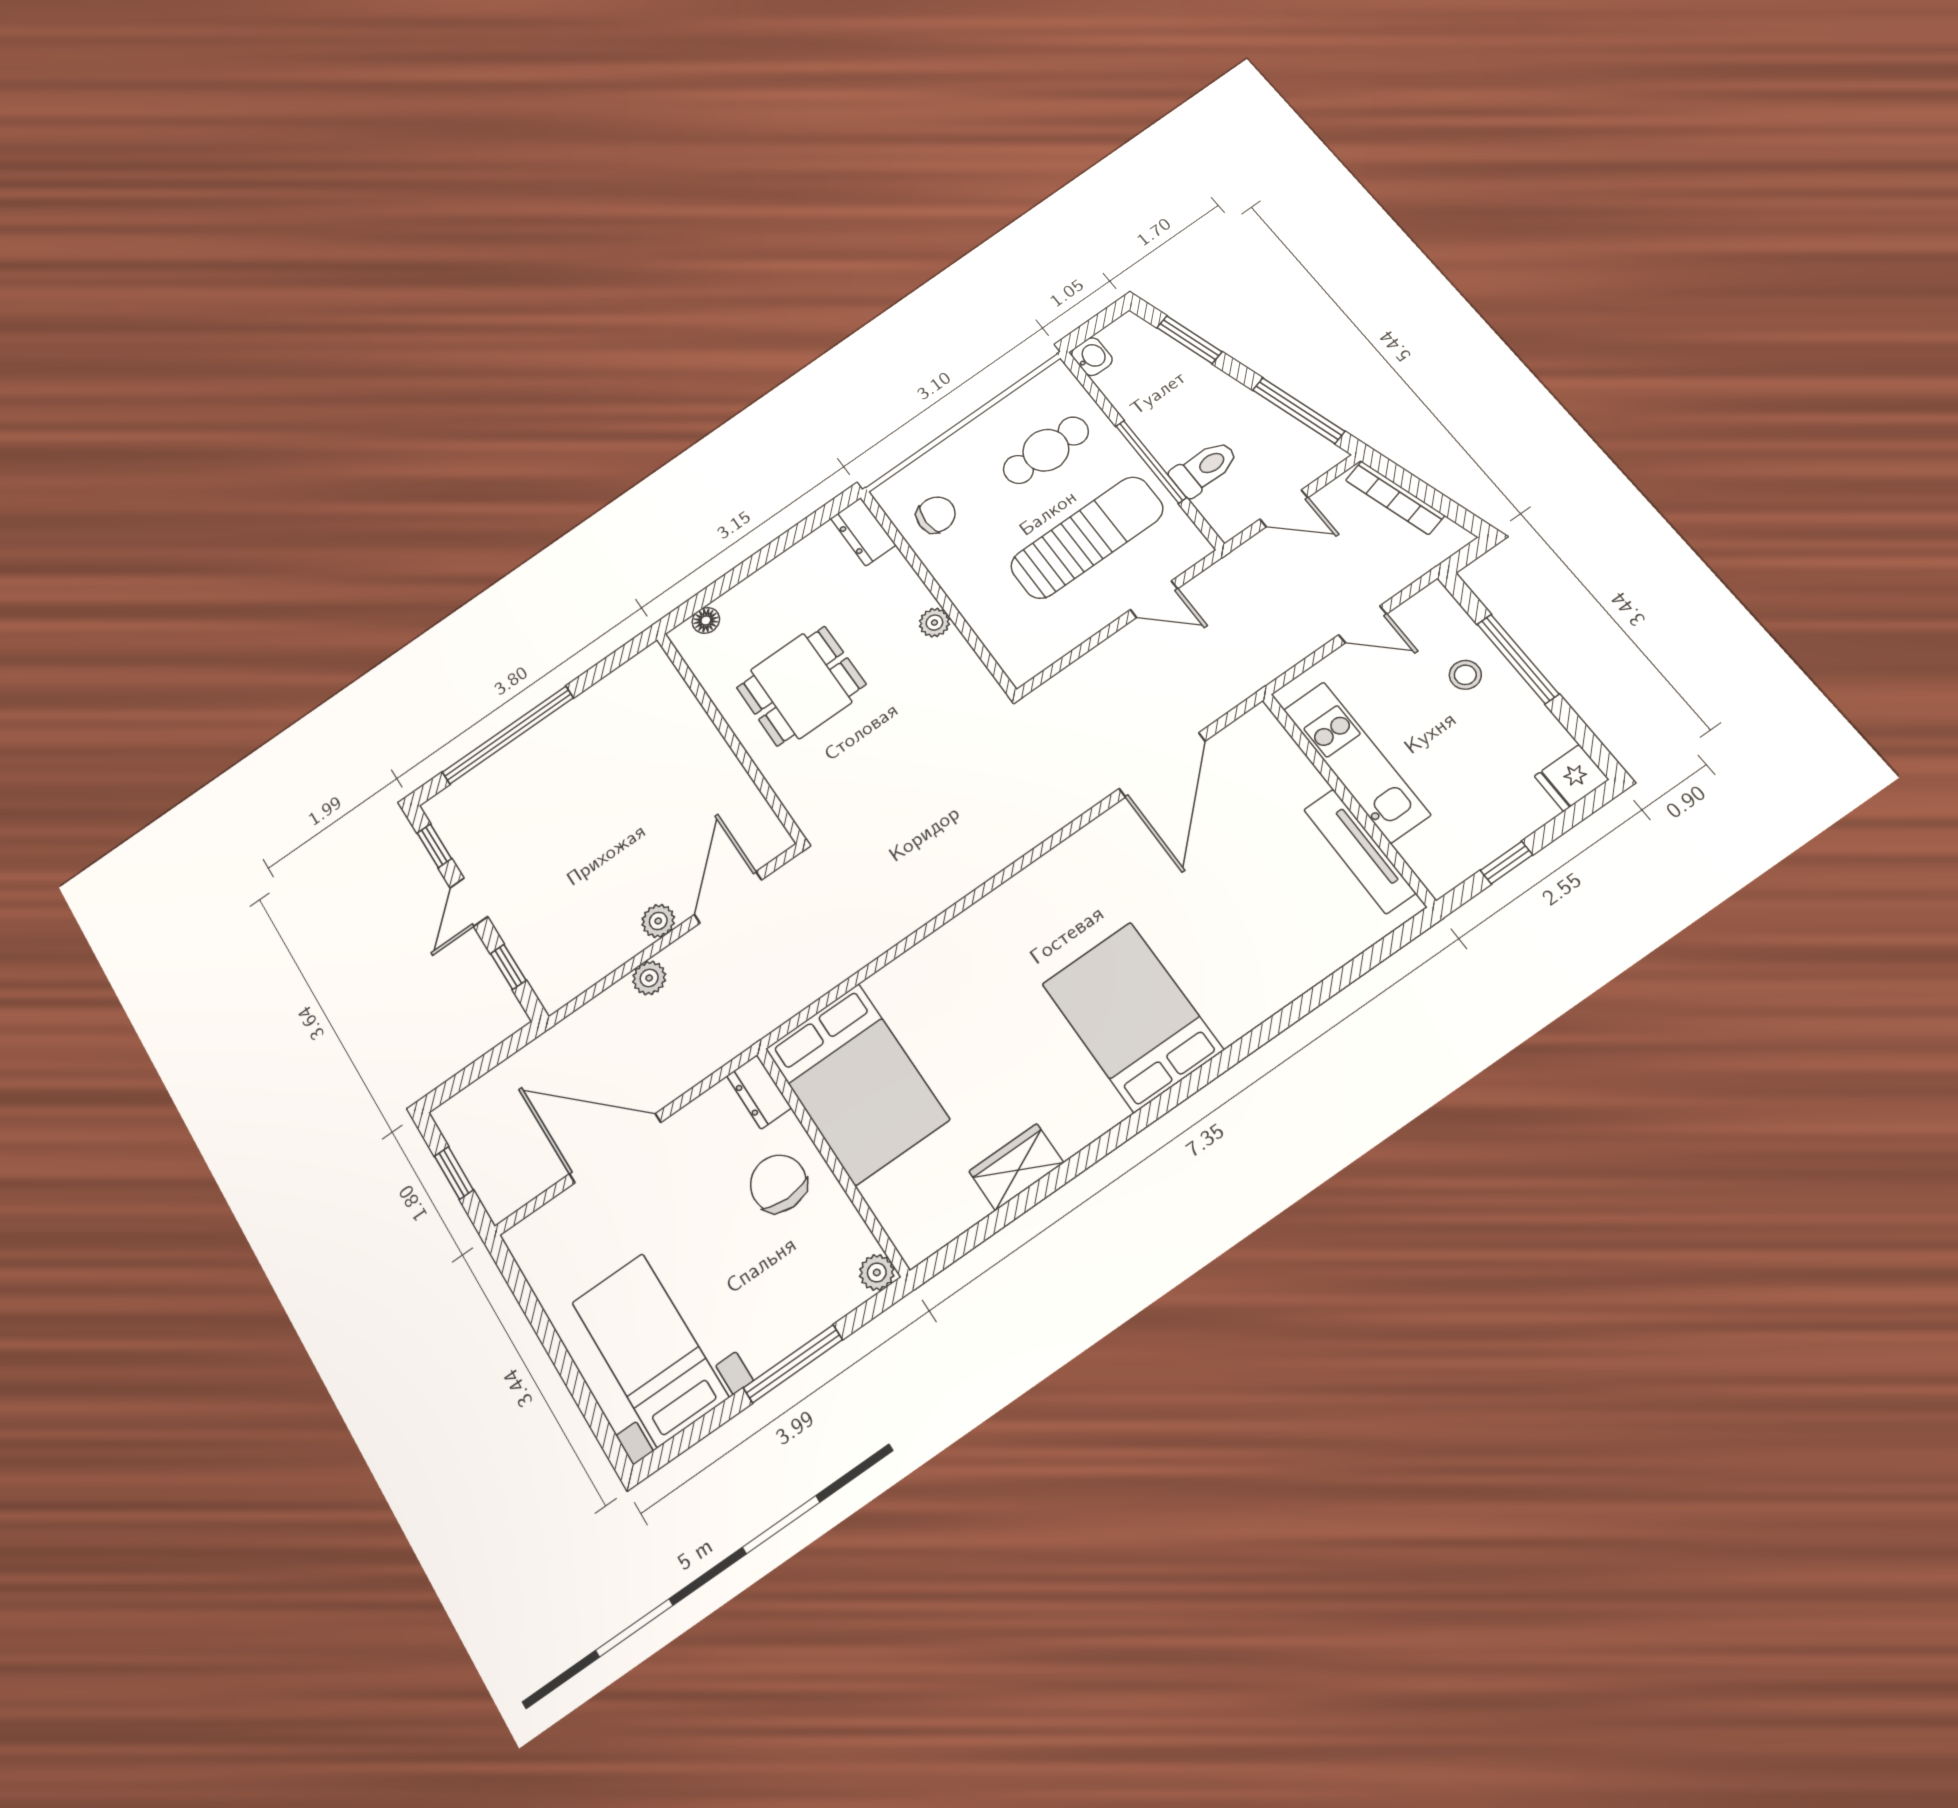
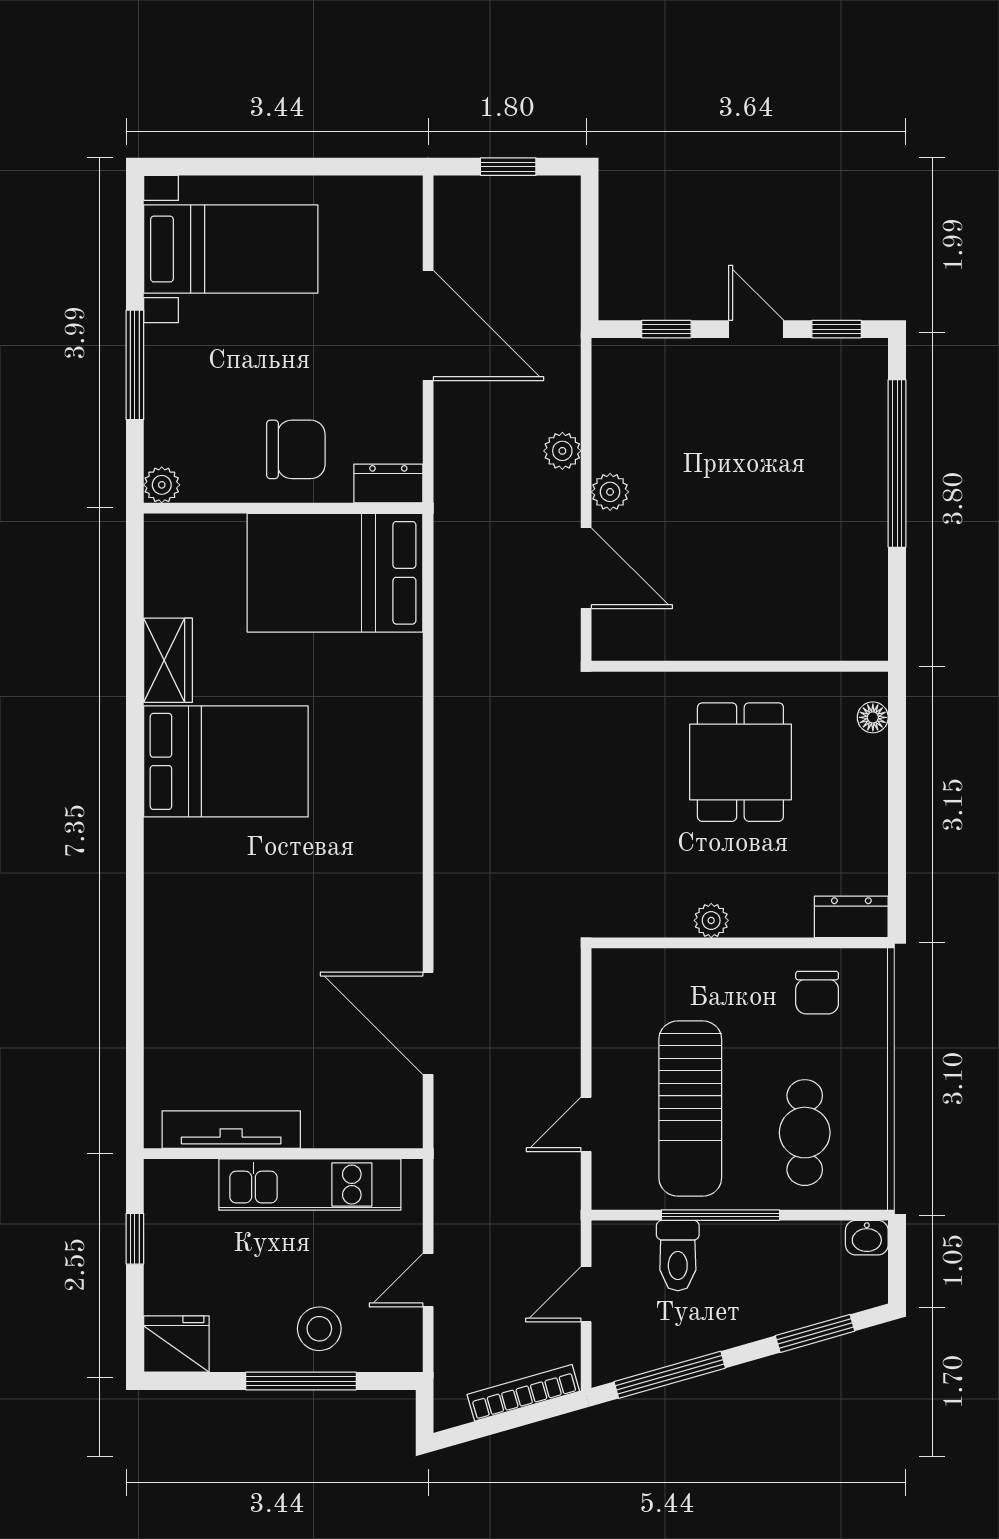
stool: (1465, 675) -> (319, 1329), width x1.37, depth x1.37
fridge: (1572, 778) -> (176, 1344), width x1.38
bed: (1132, 1017) -> (226, 761), moved
door: (615, 1148) -> (428, 326), hinge flipped

